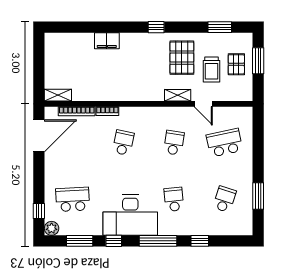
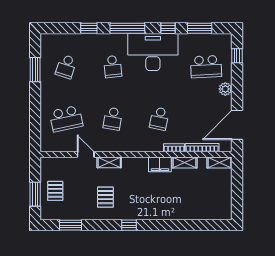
filing cabinet: (107, 41) -> (160, 164), moved, turned 180
pallet: (182, 58) -> (105, 197), width x0.67, depth x0.71
trolley: (211, 70) -> (78, 186), removed
shelving: (96, 95) -> (184, 163), added
plant: (52, 228) -> (225, 89), moved

